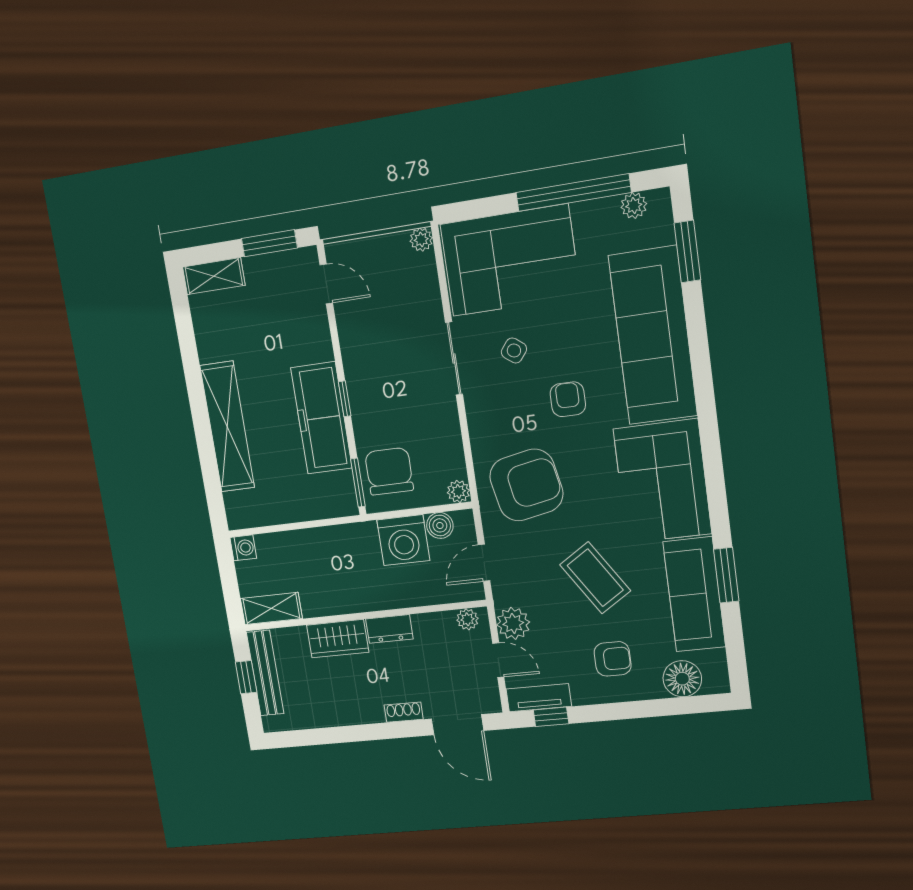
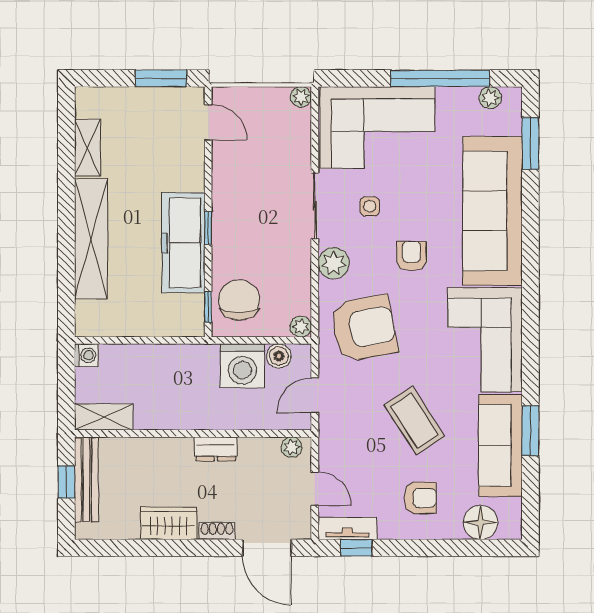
shelving: (214, 276) -> (87, 148), moved, turned 90
side table: (514, 350) -> (370, 206), turned -38
window: (358, 483) -> (208, 307), width x0.67
plant: (513, 623) -> (334, 263), moved
wardrobe: (338, 639) -> (169, 523), moved, turned 180

